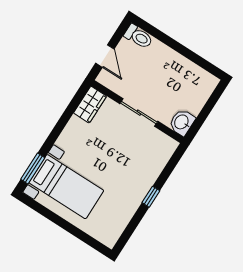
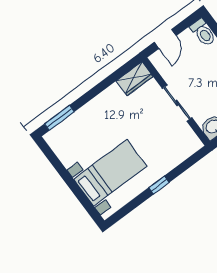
bed with nightstands: (66, 187) -> (110, 173), moved, turned -90

